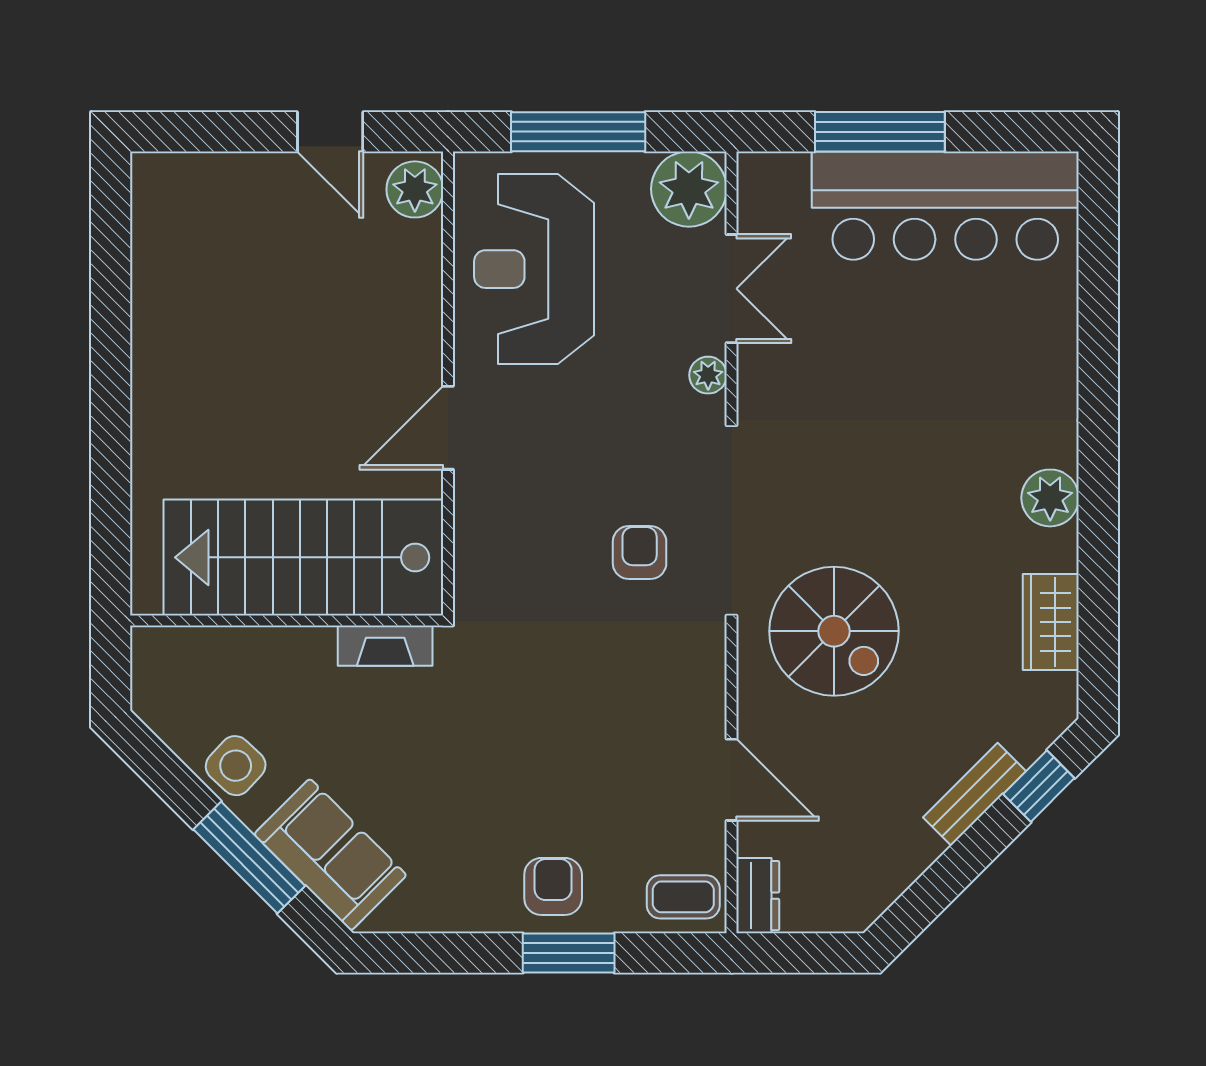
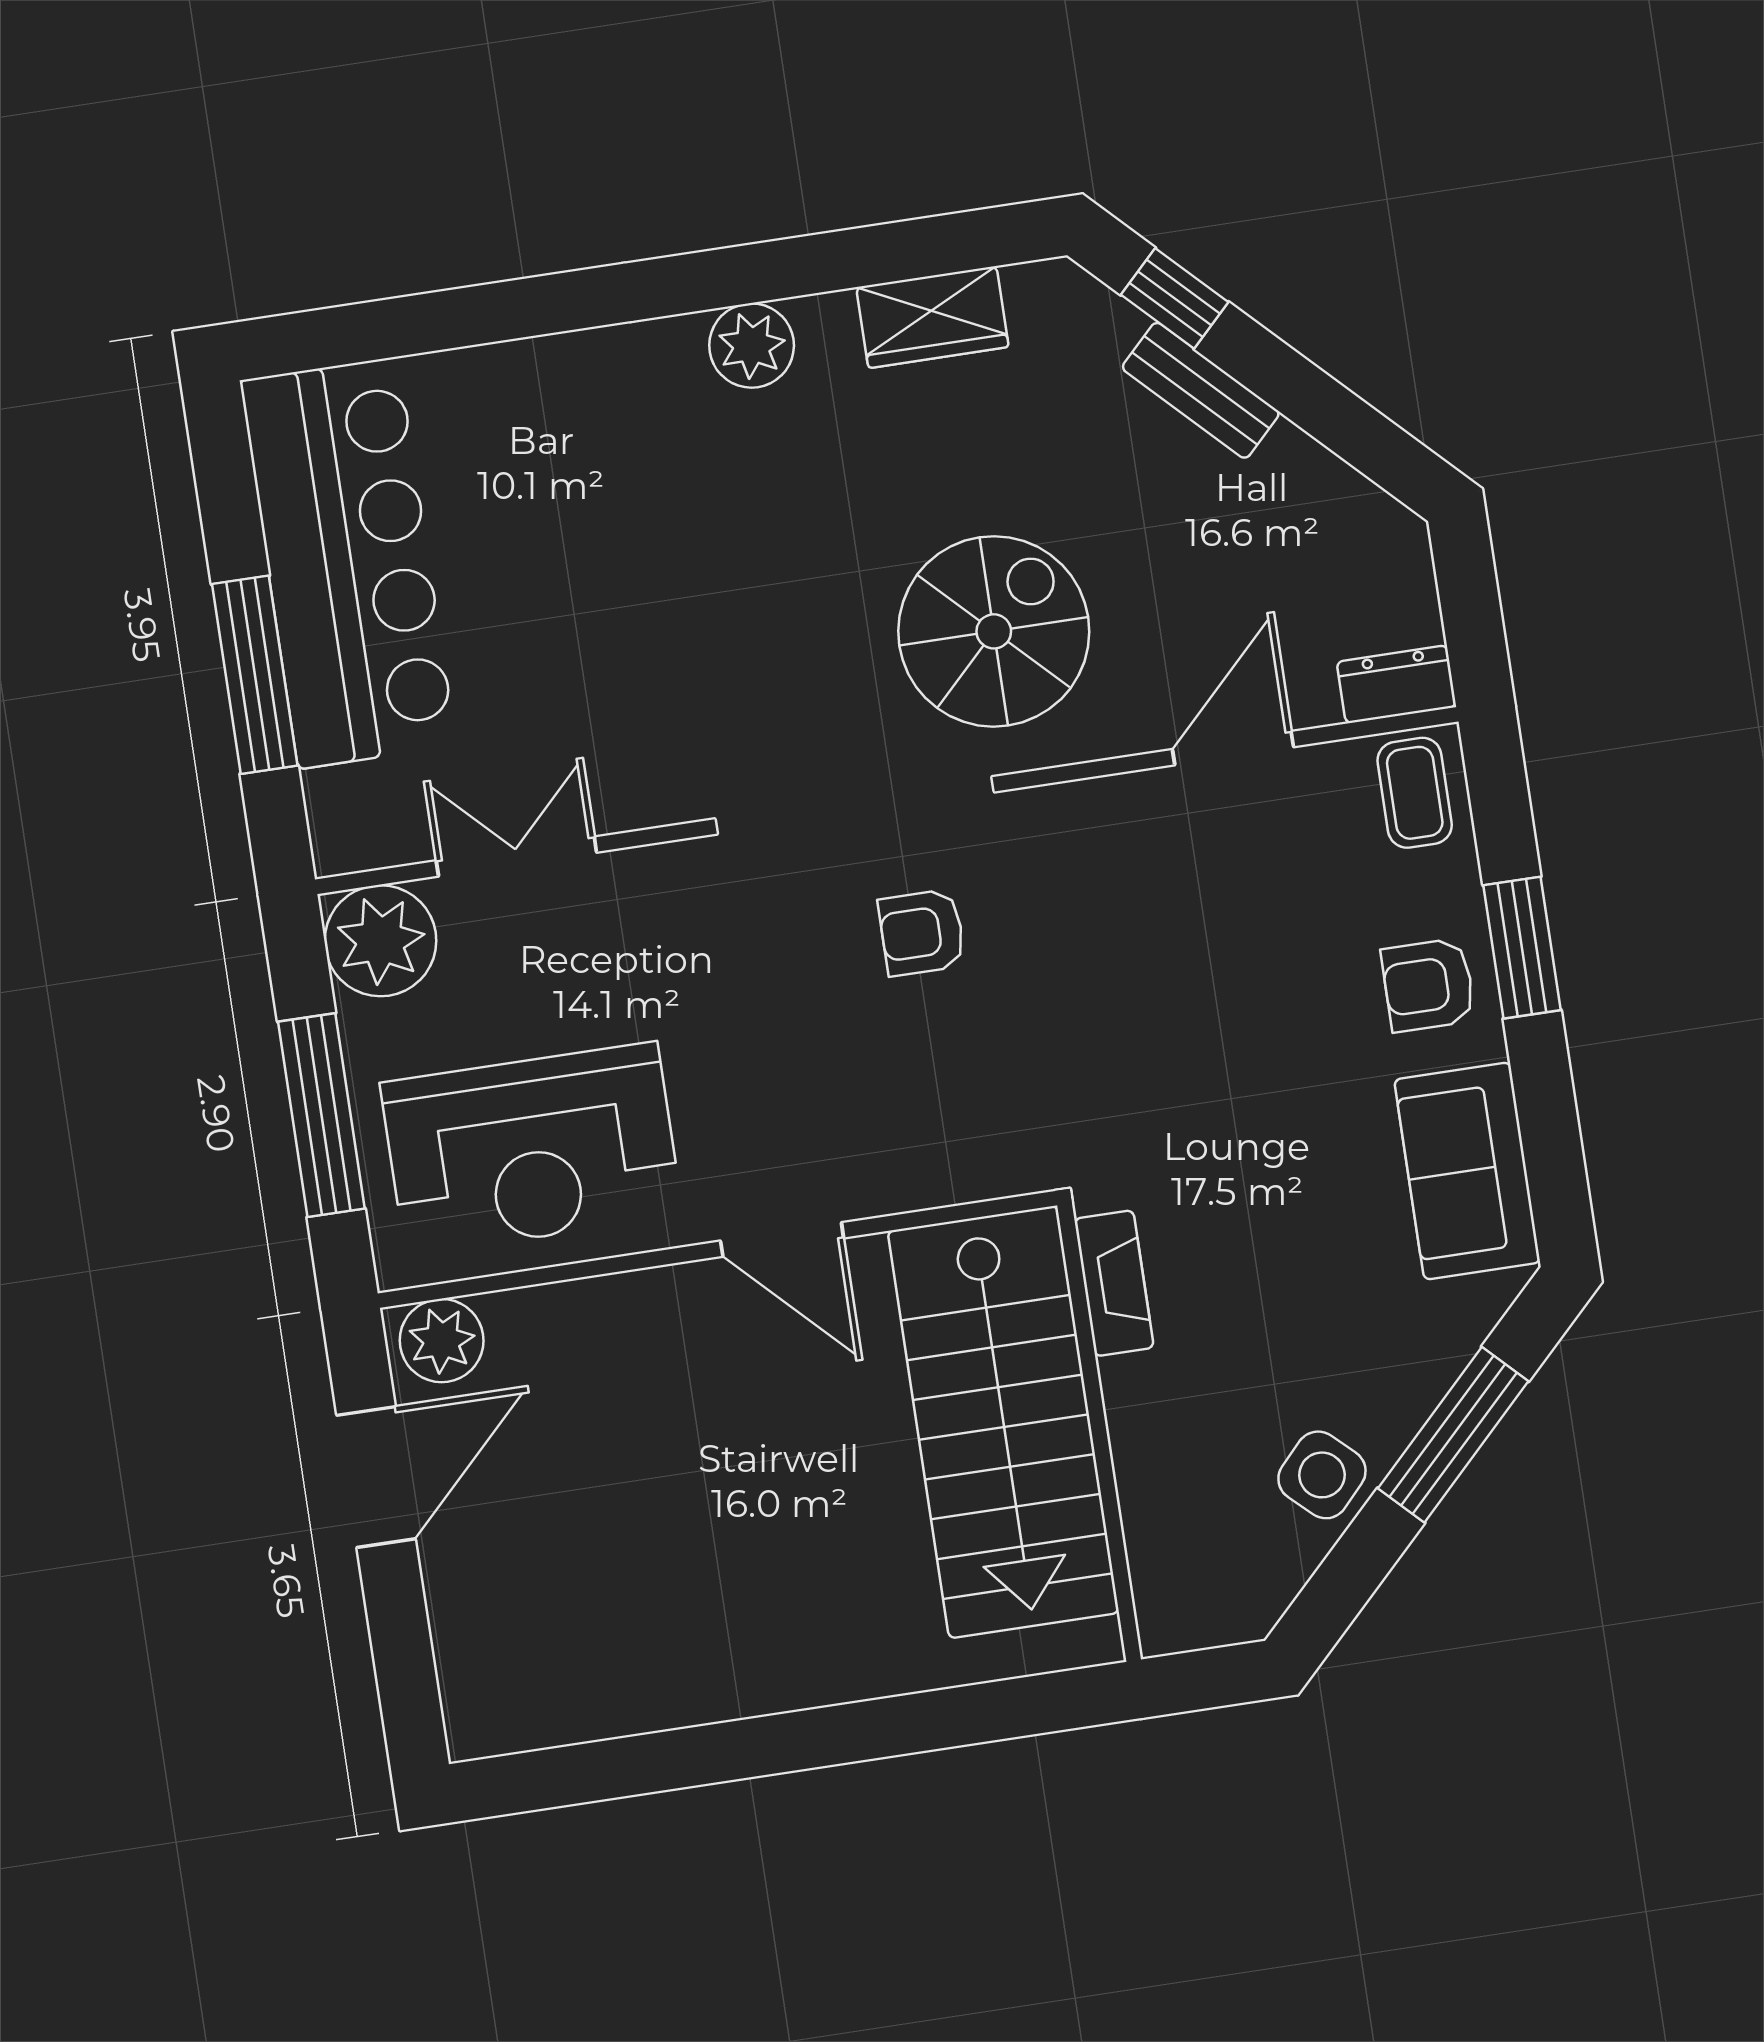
door: (330, 132) -> (376, 1477), width x1.37
plant: (708, 375) -> (648, 872), removed
sofa: (330, 855) -> (1467, 1171), moved, turned -45

